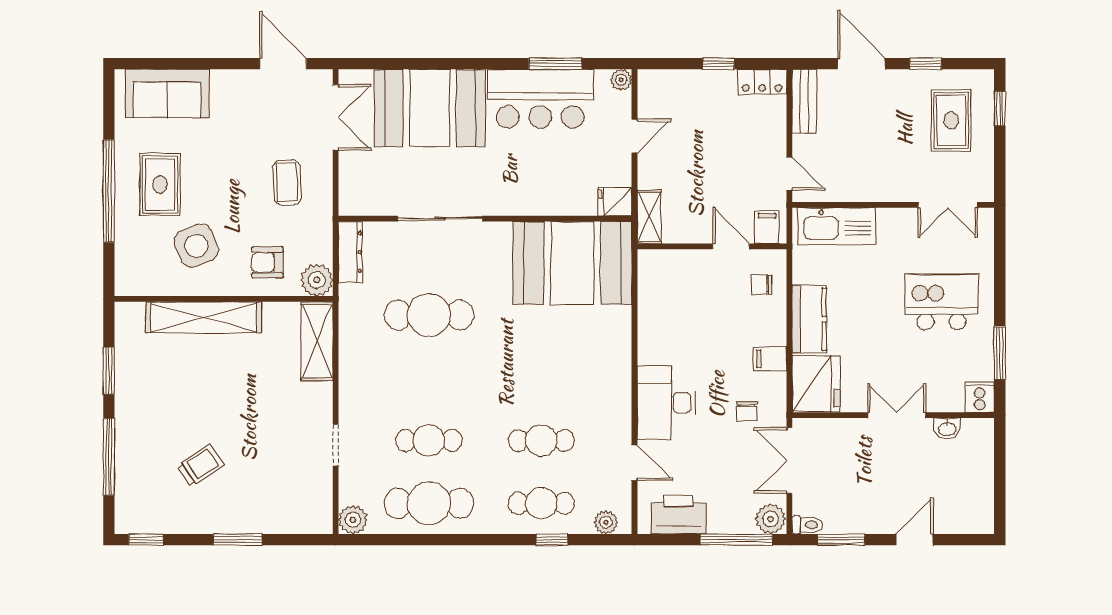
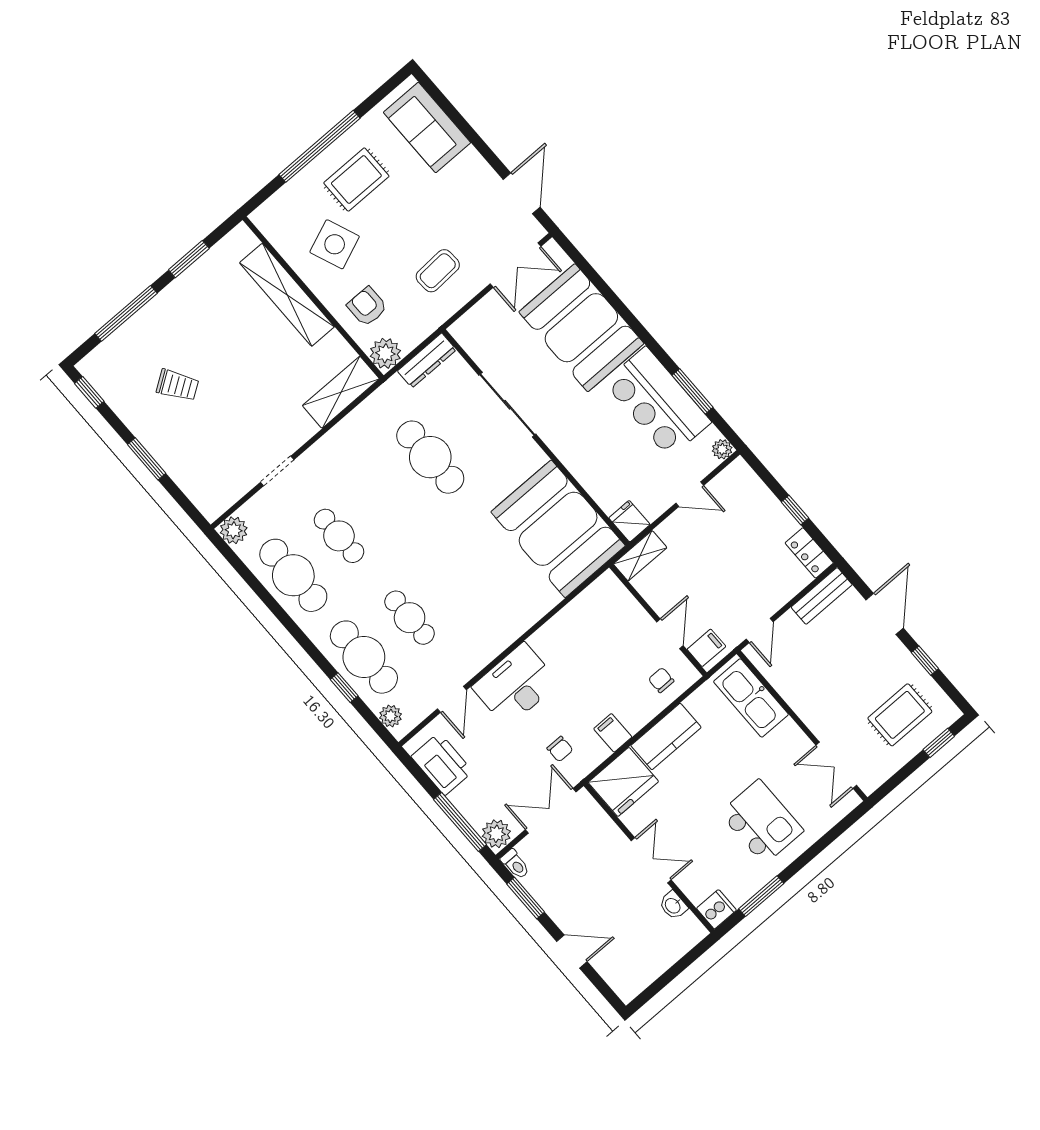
chair: (747, 411) -> (560, 749), turned -90
cafe table: (541, 503) -> (364, 657), width x1.37, depth x1.35

